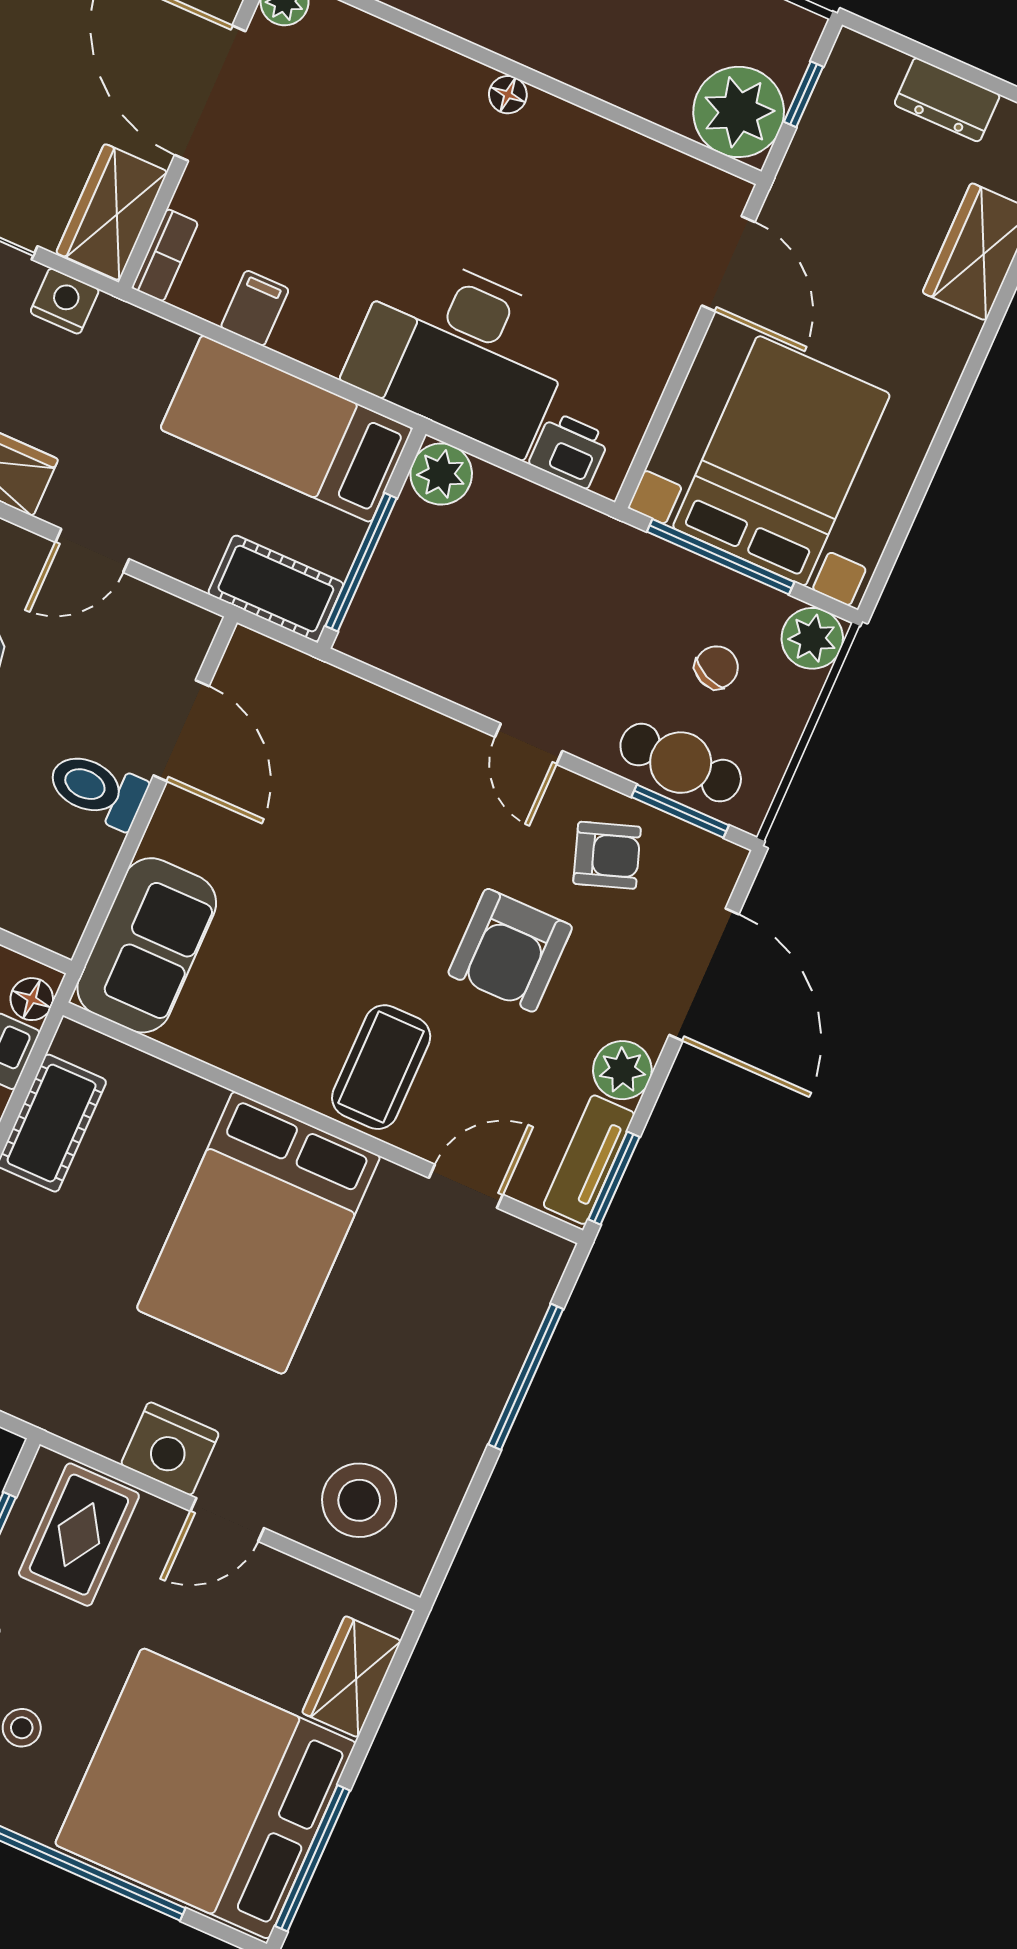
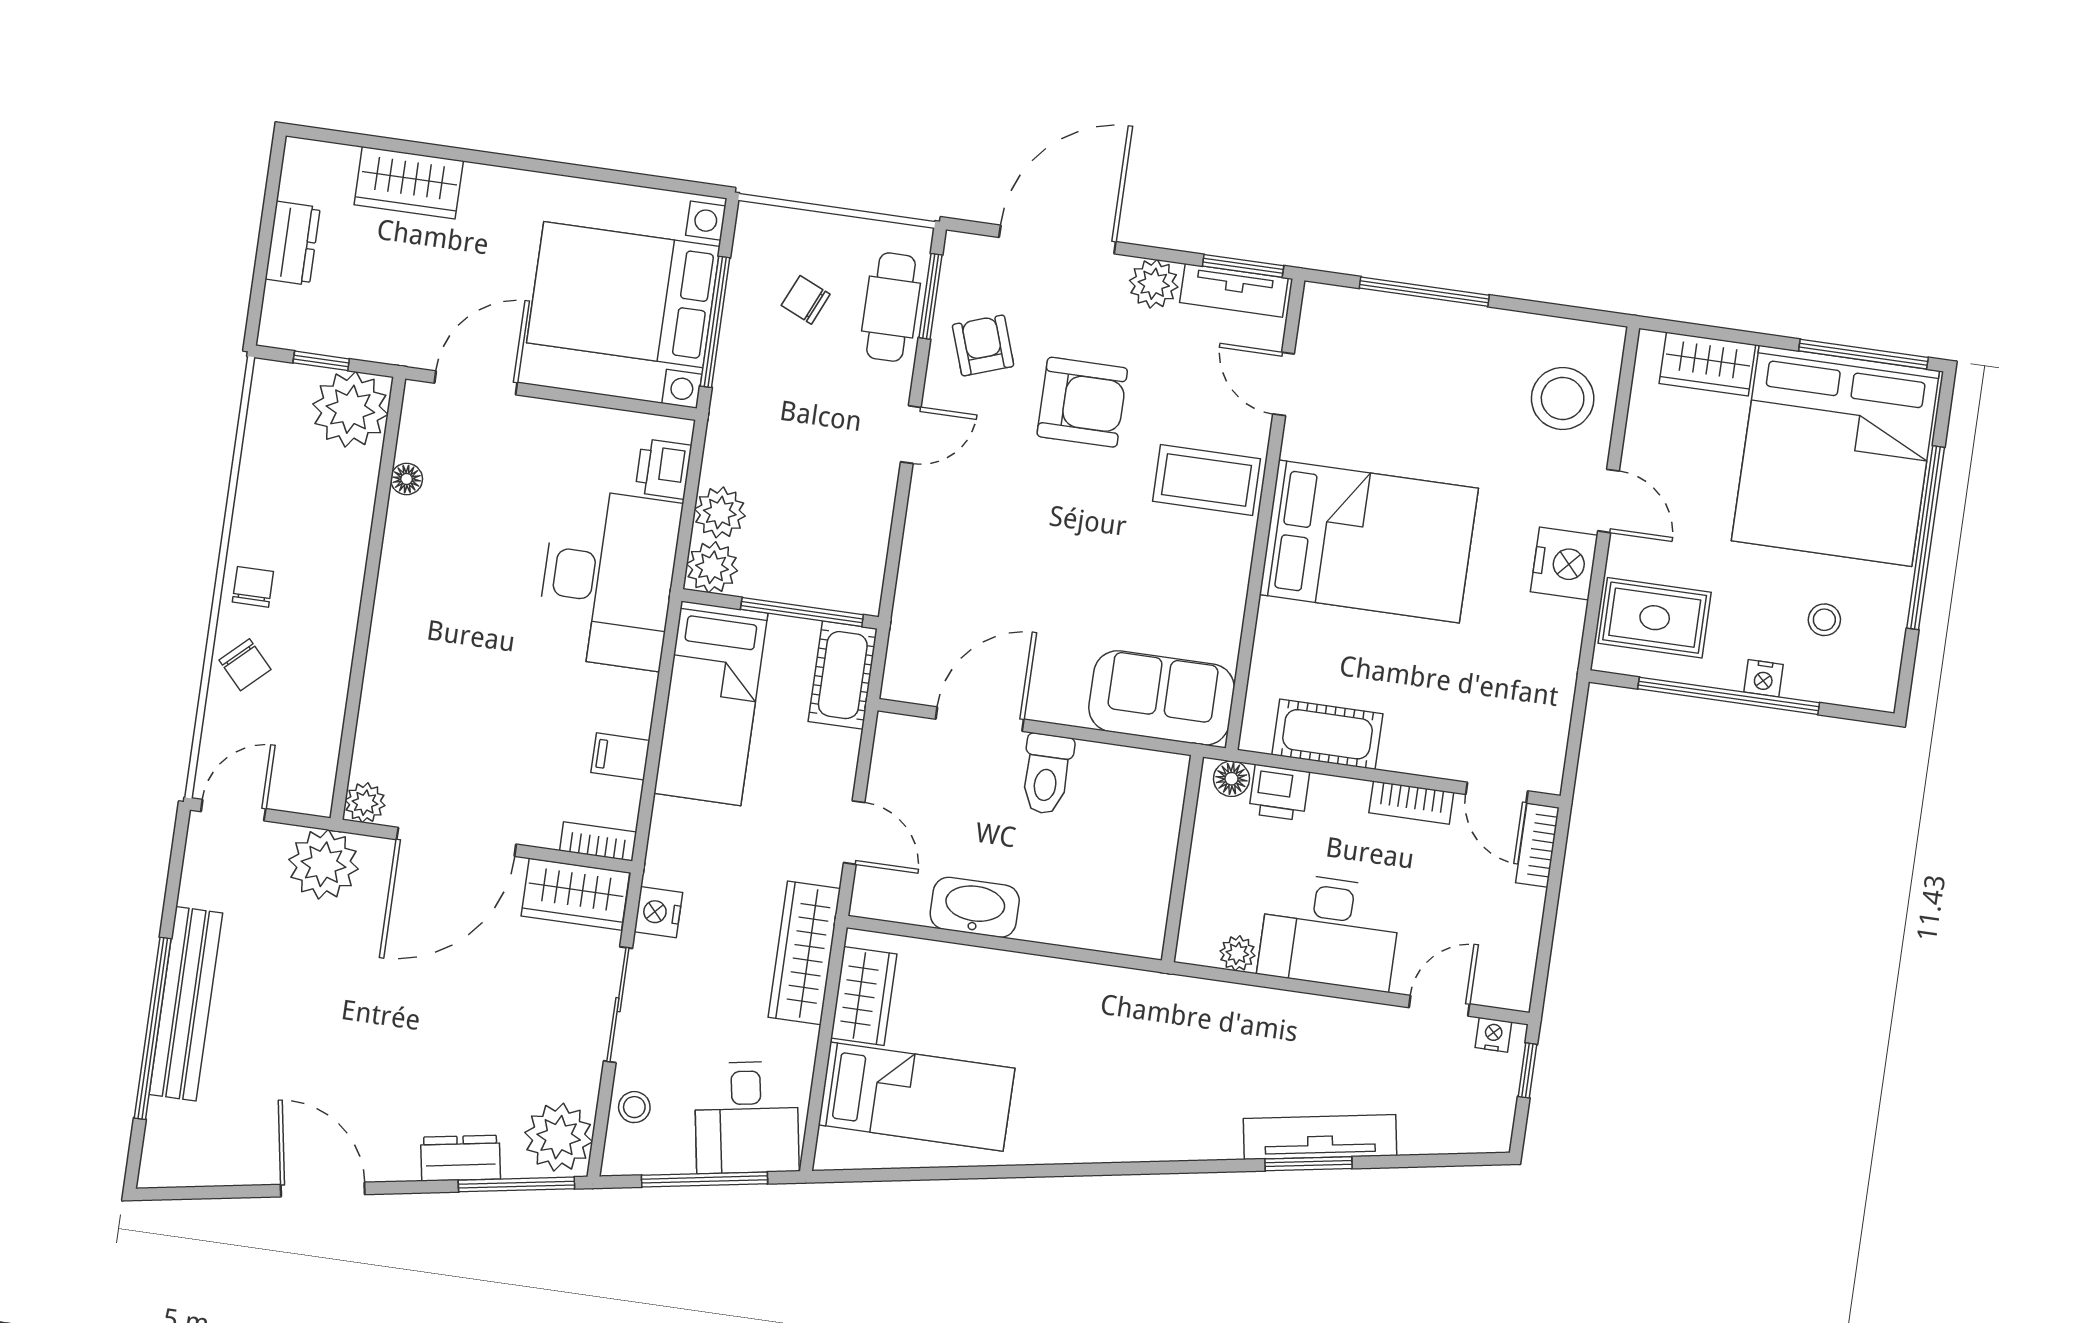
floor lamp: (508, 95) -> (407, 479), moved
plant: (812, 638) -> (720, 512), moved

